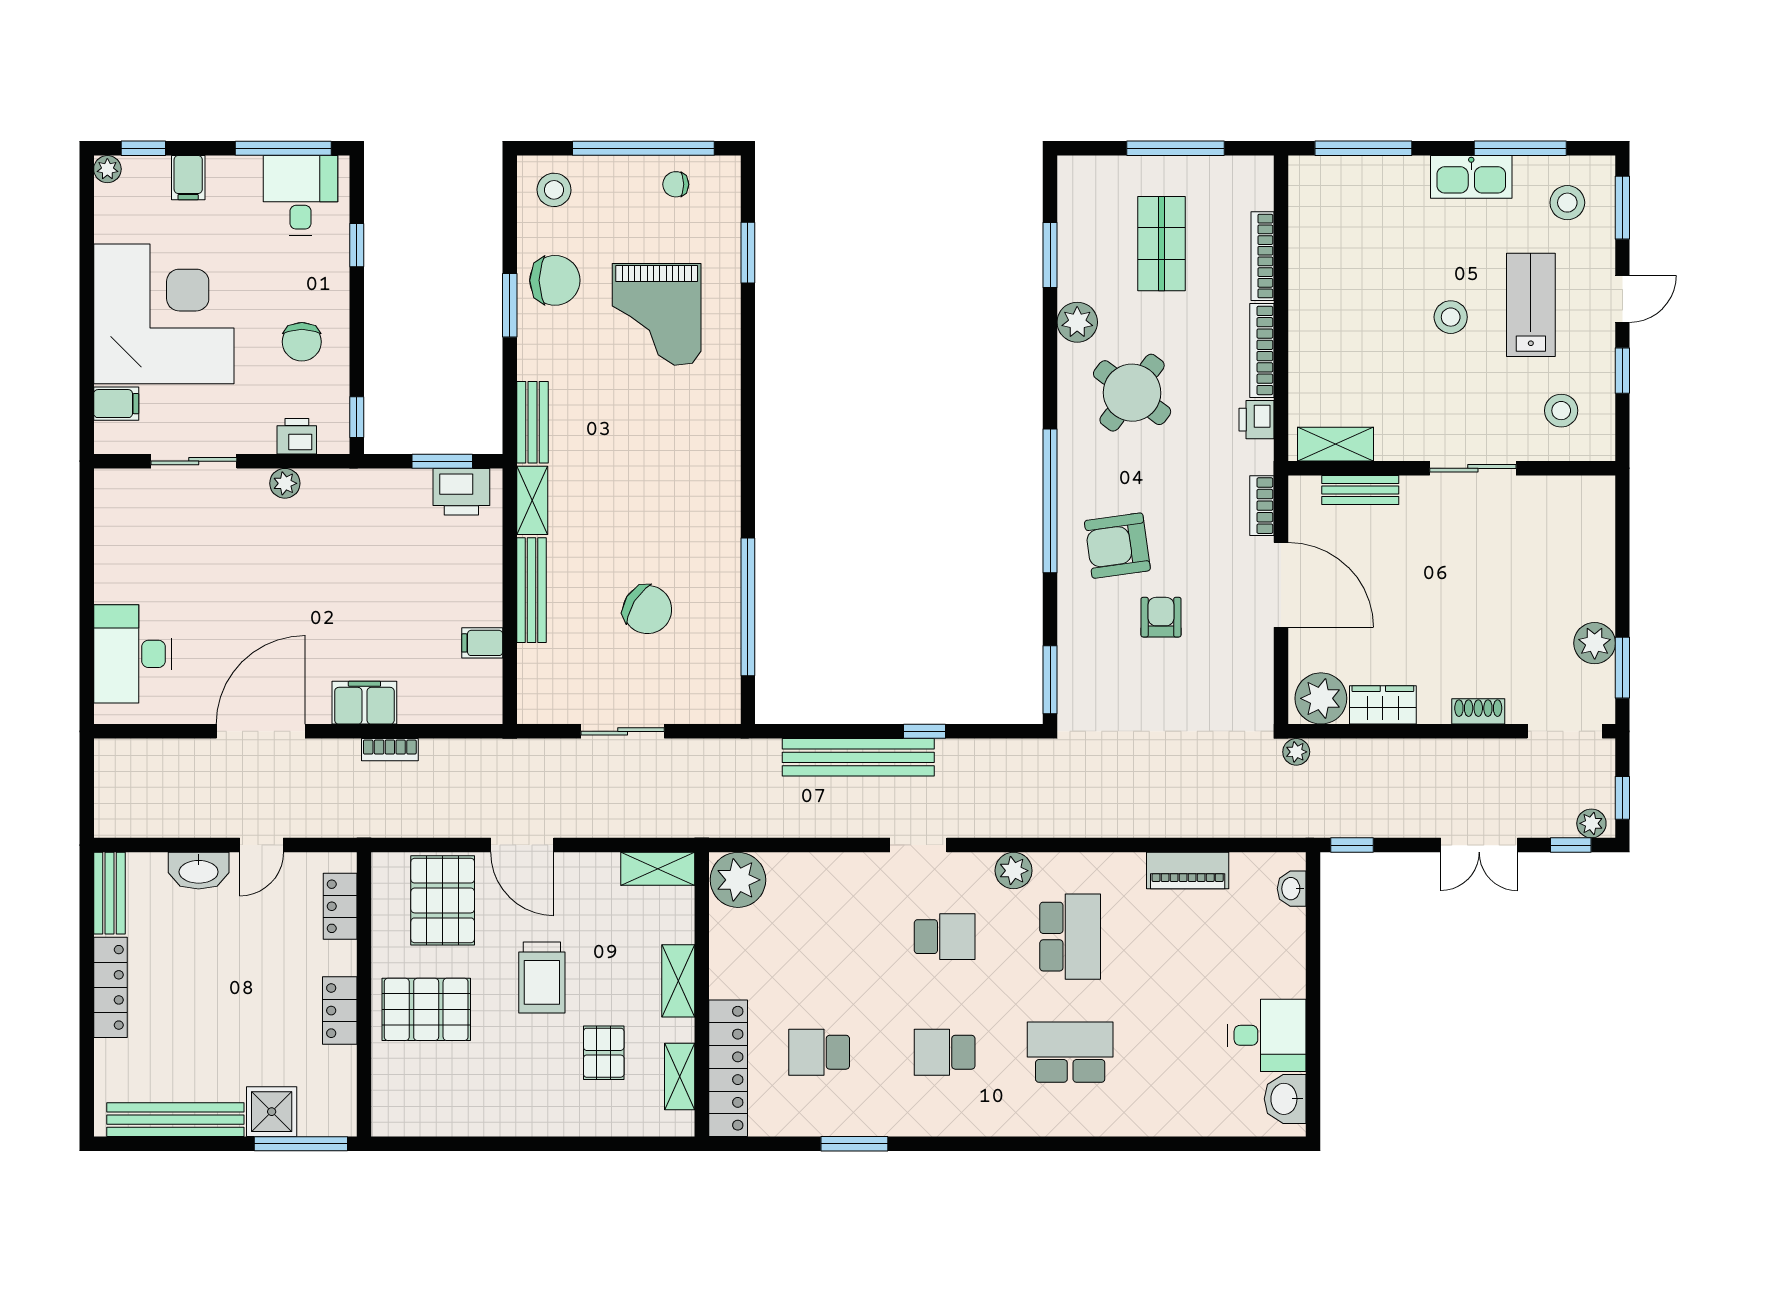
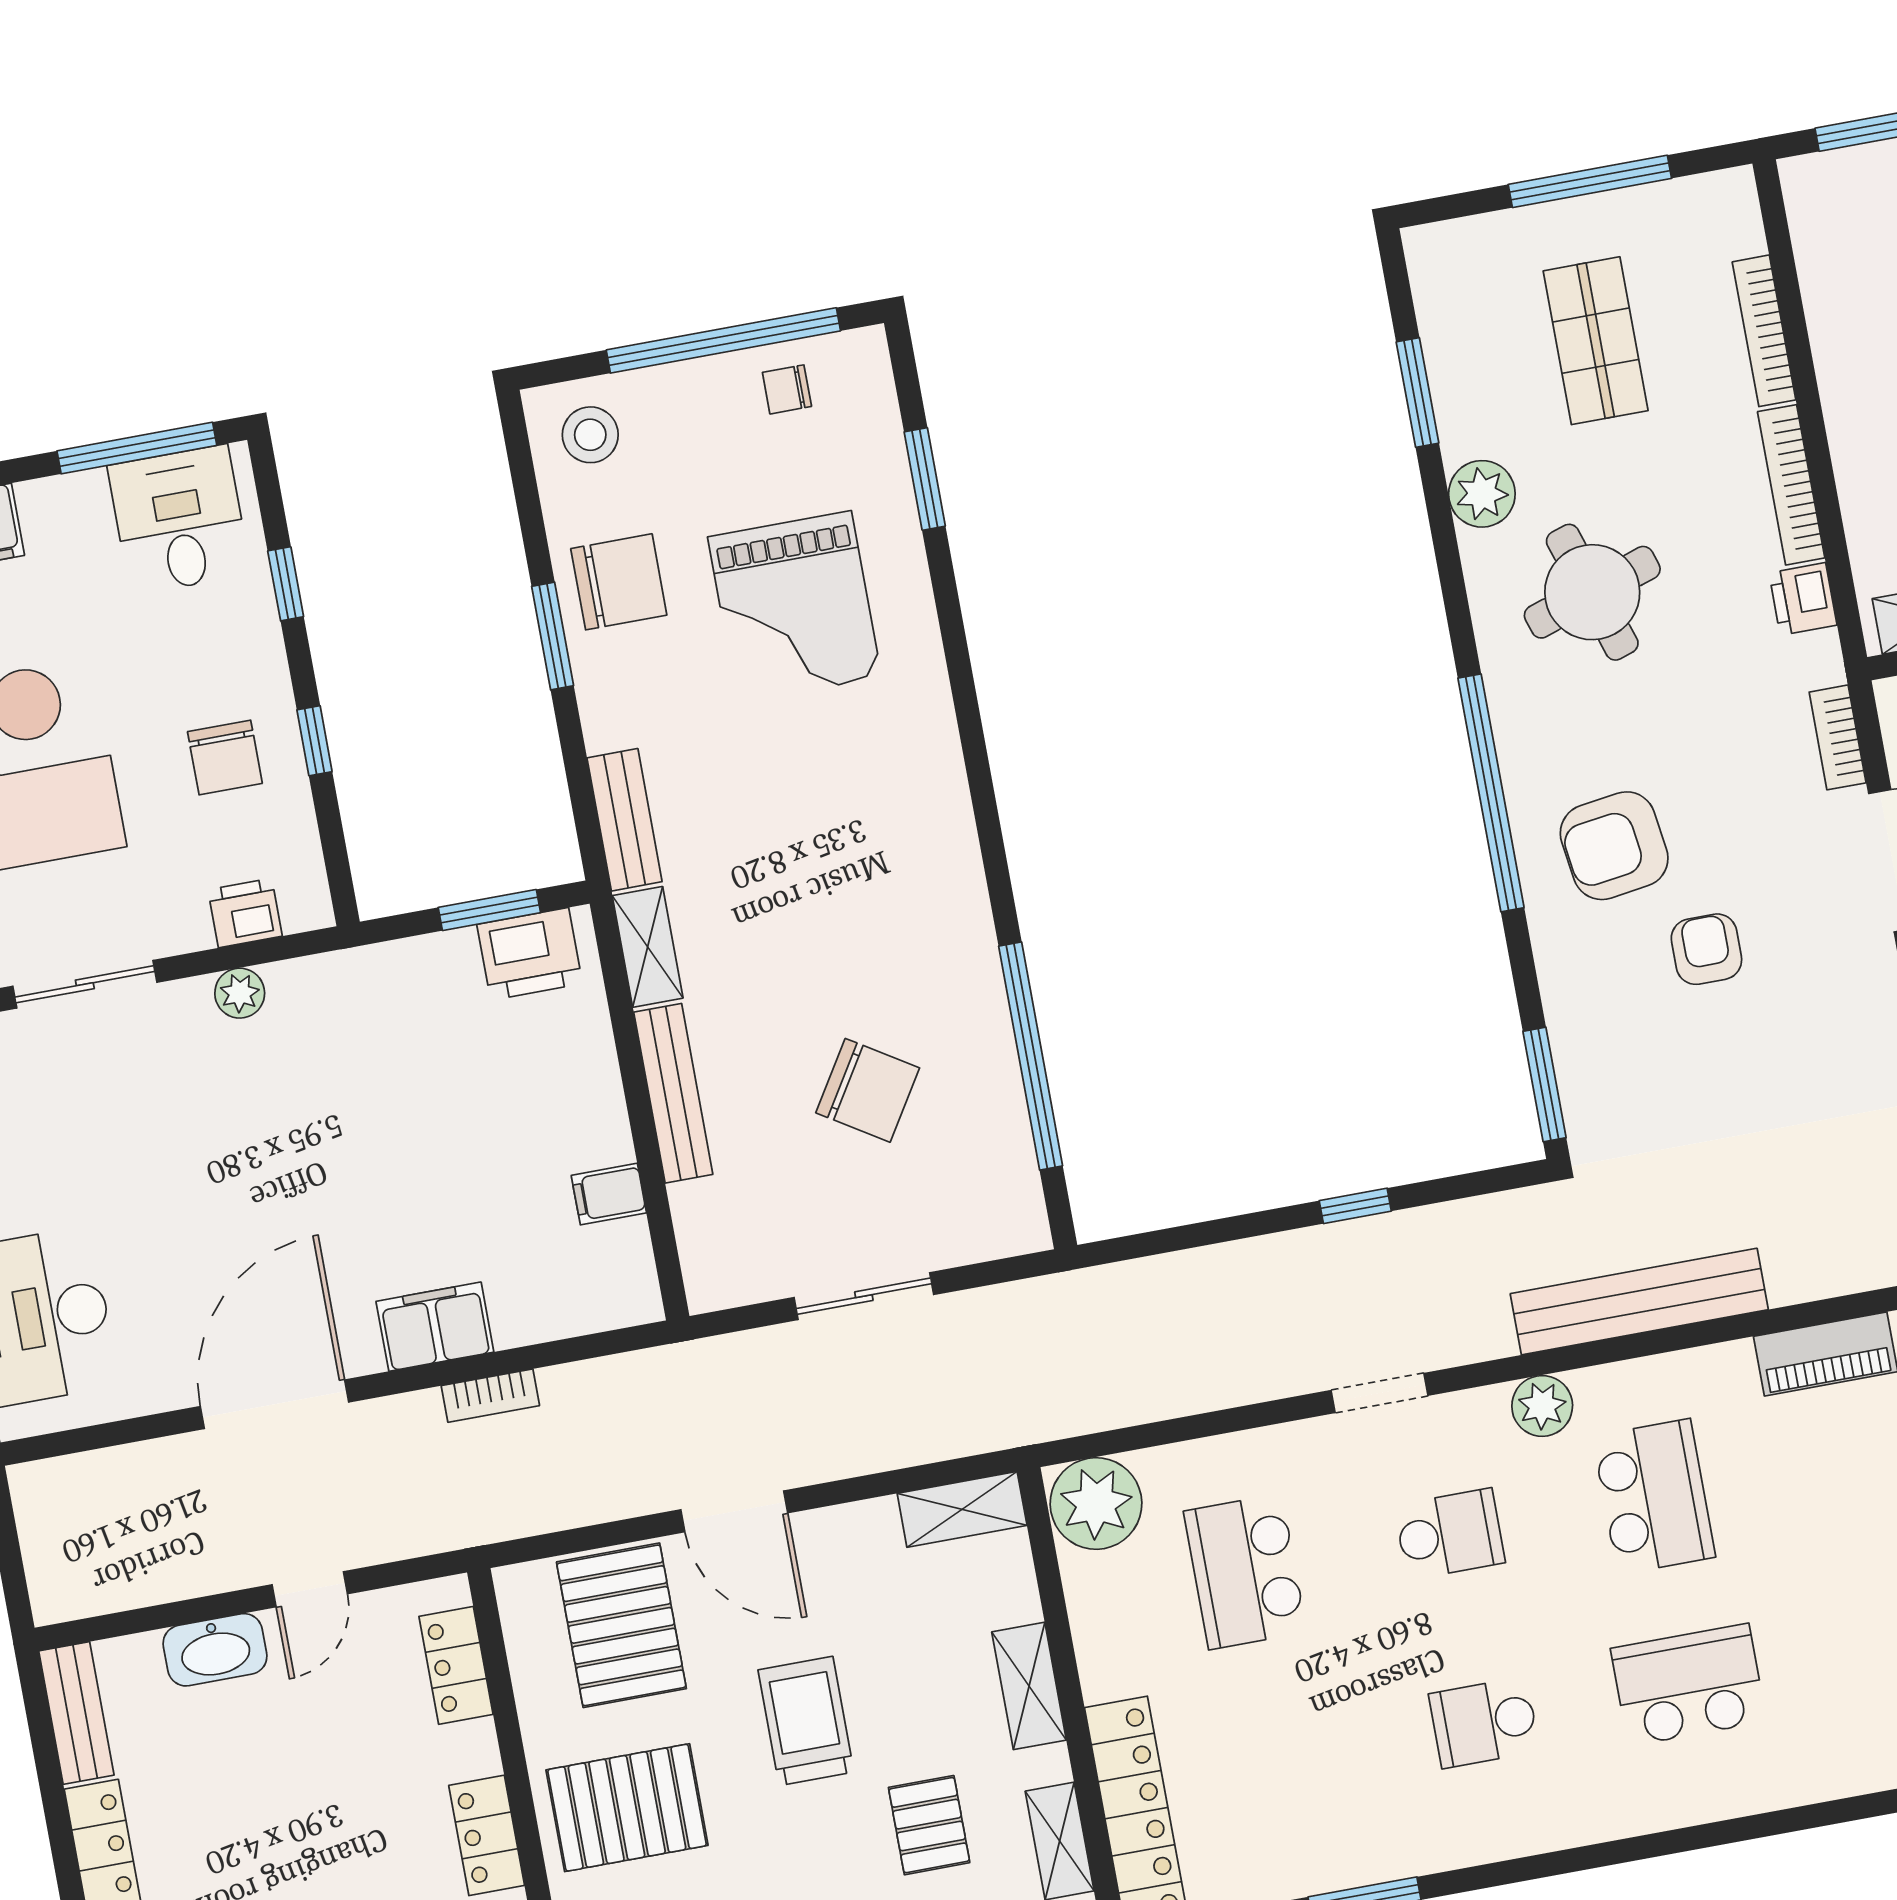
round table: (1132, 393) -> (1592, 592), turned 35
window: (357, 417) -> (314, 741), moved
bench: (858, 757) -> (1639, 1302), moved
trolley: (542, 977) -> (806, 1721), turned 180
school desk: (819, 1052) -> (1245, 1572), moved, width x1.85

